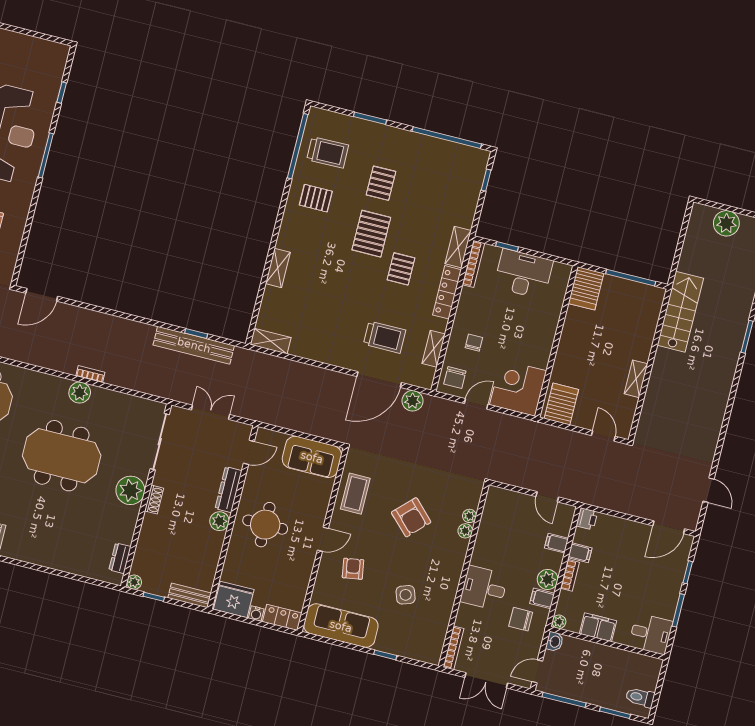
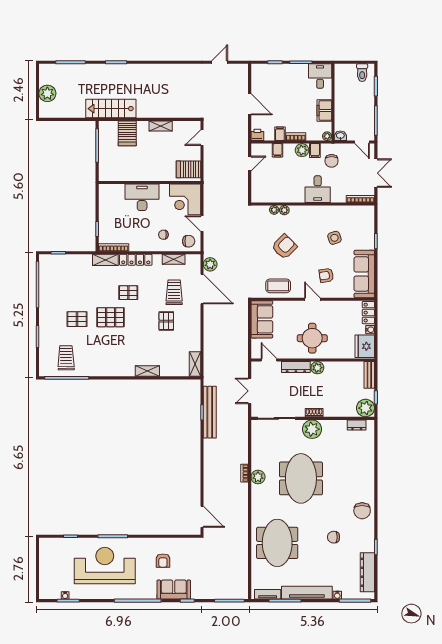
pallet: (316, 198) -> (166, 321), moved
desk: (523, 274) -> (142, 197), moved, turned 90
server rack: (586, 288) -> (127, 133), moved, turned 90
door: (669, 527) -> (250, 104), moved
plant: (134, 582) -> (365, 408), width x1.88, depth x1.88

